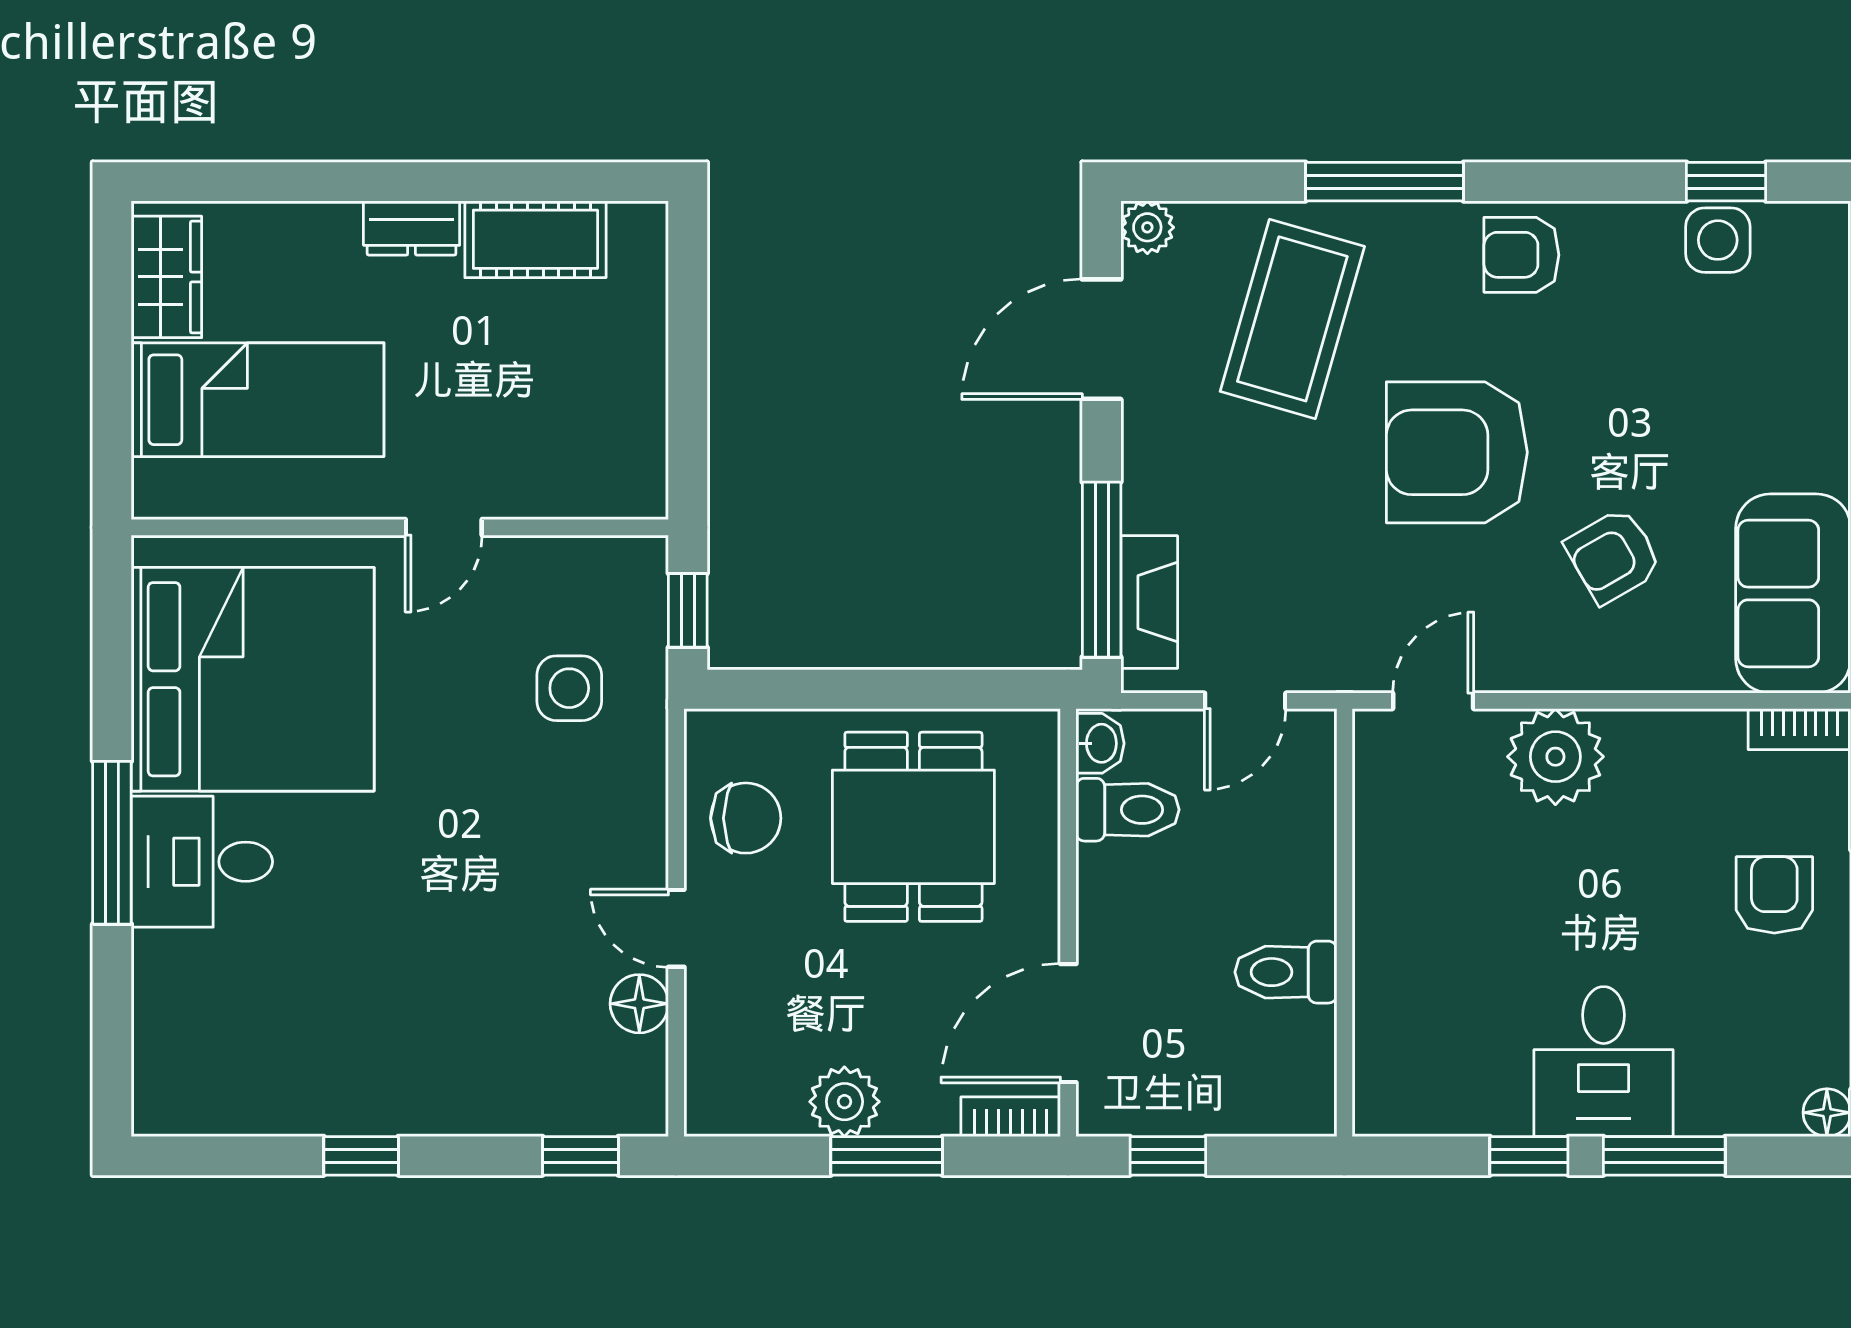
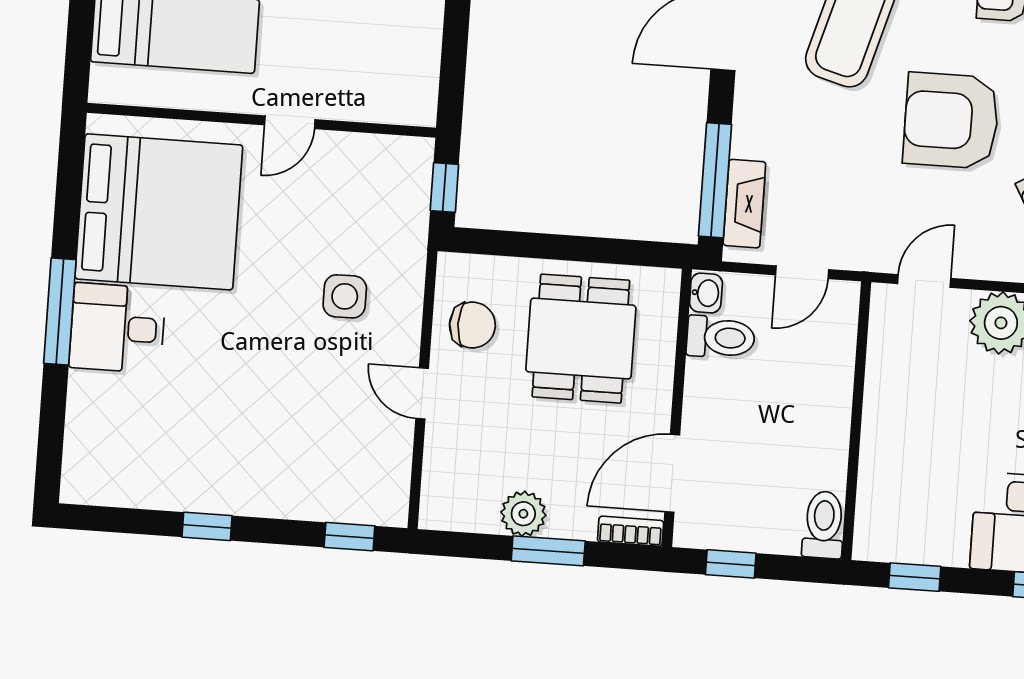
side table: (569, 688) -> (345, 296), moved
toilet: (1286, 972) -> (824, 525), moved, turned 90
floor lamp: (639, 1004) -> (395, 441), removed
window: (1529, 1156) -> (915, 577), moved

